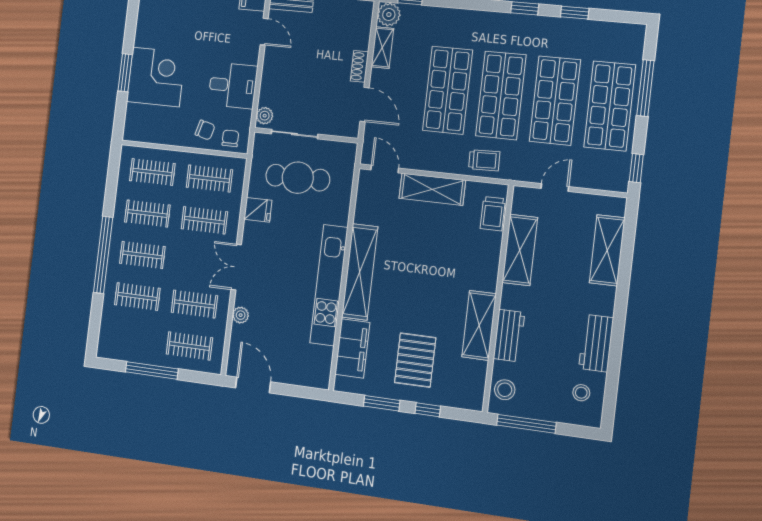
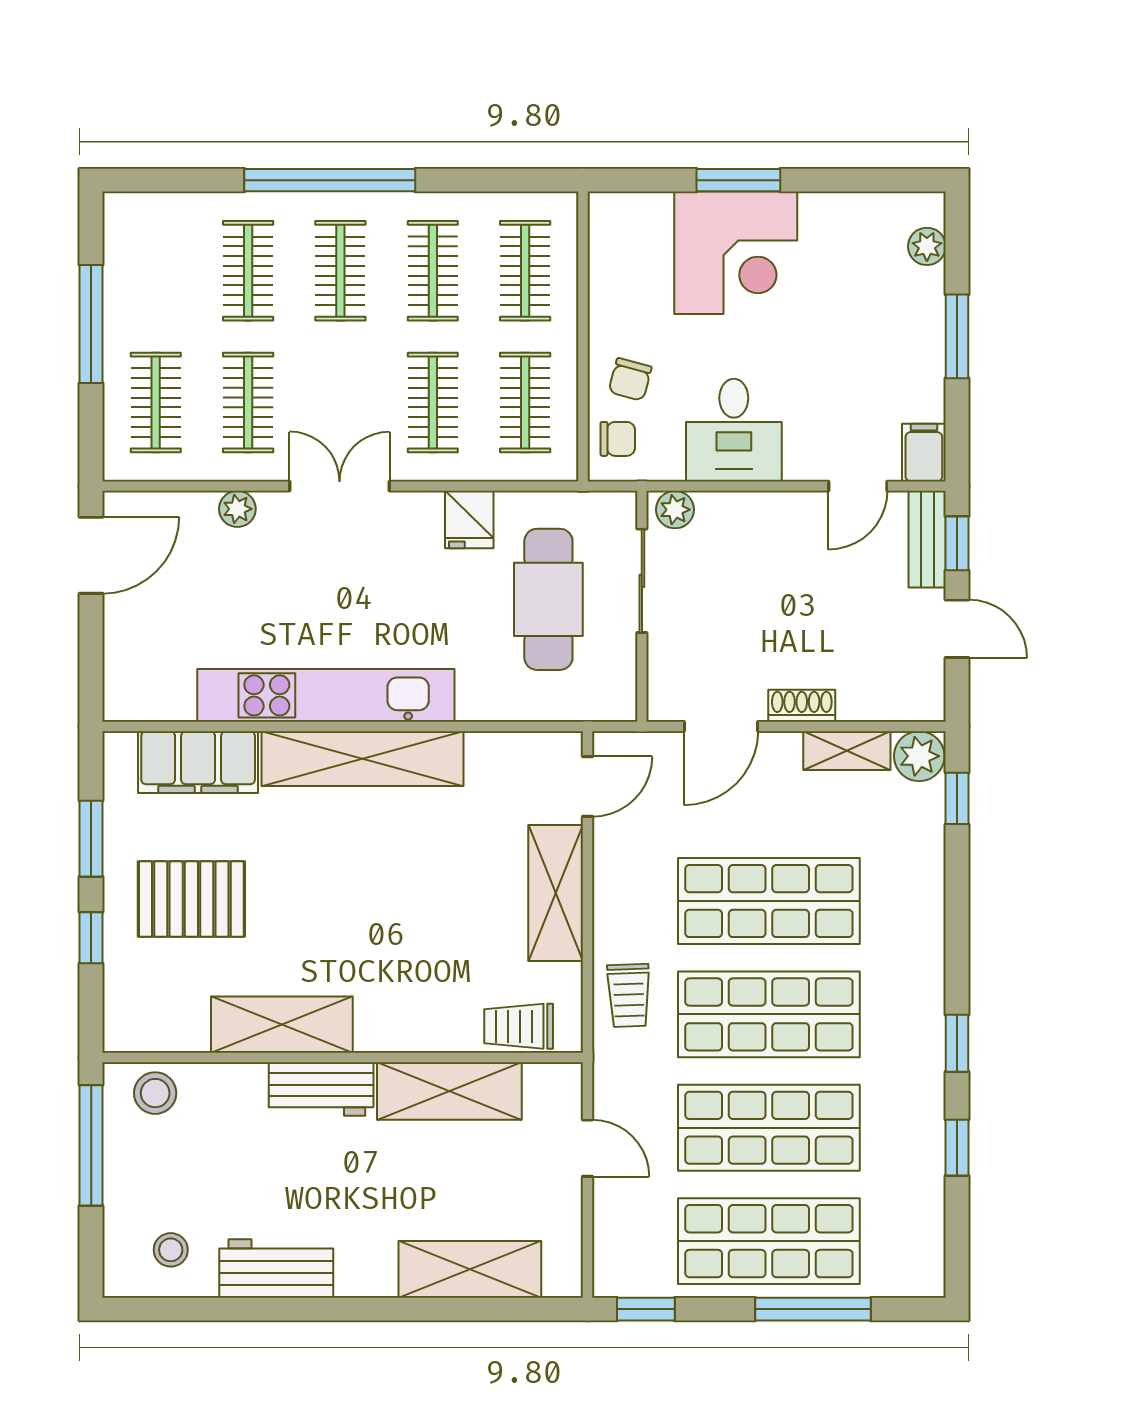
workbench: (509, 336) -> (321, 1089), moved

